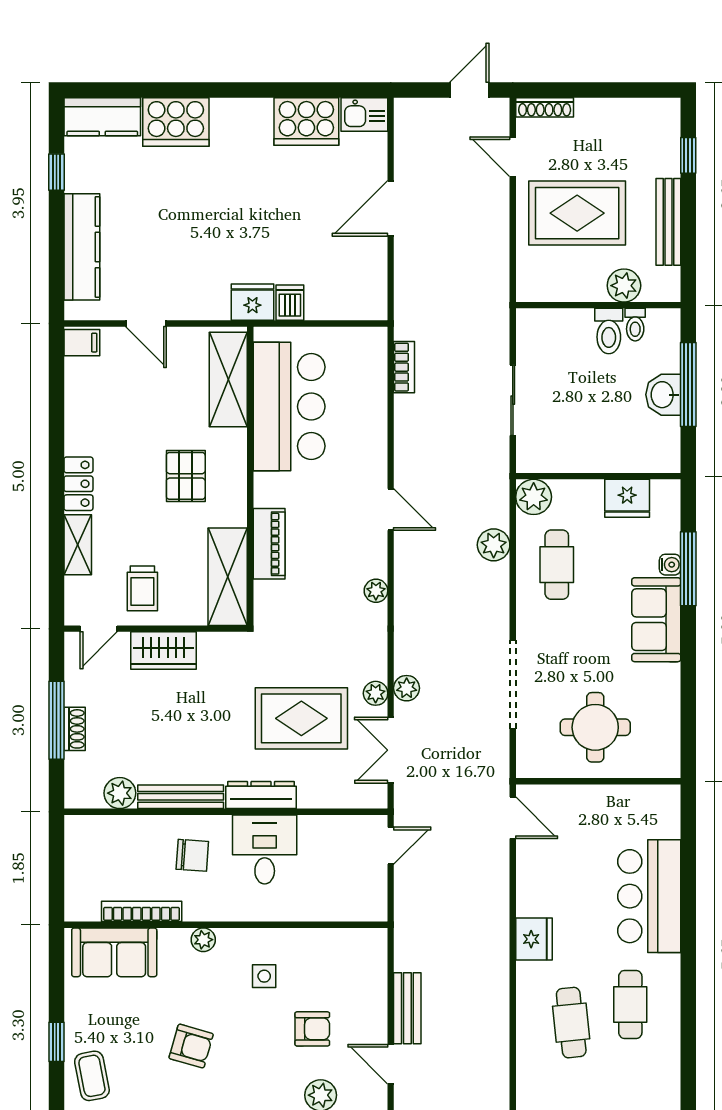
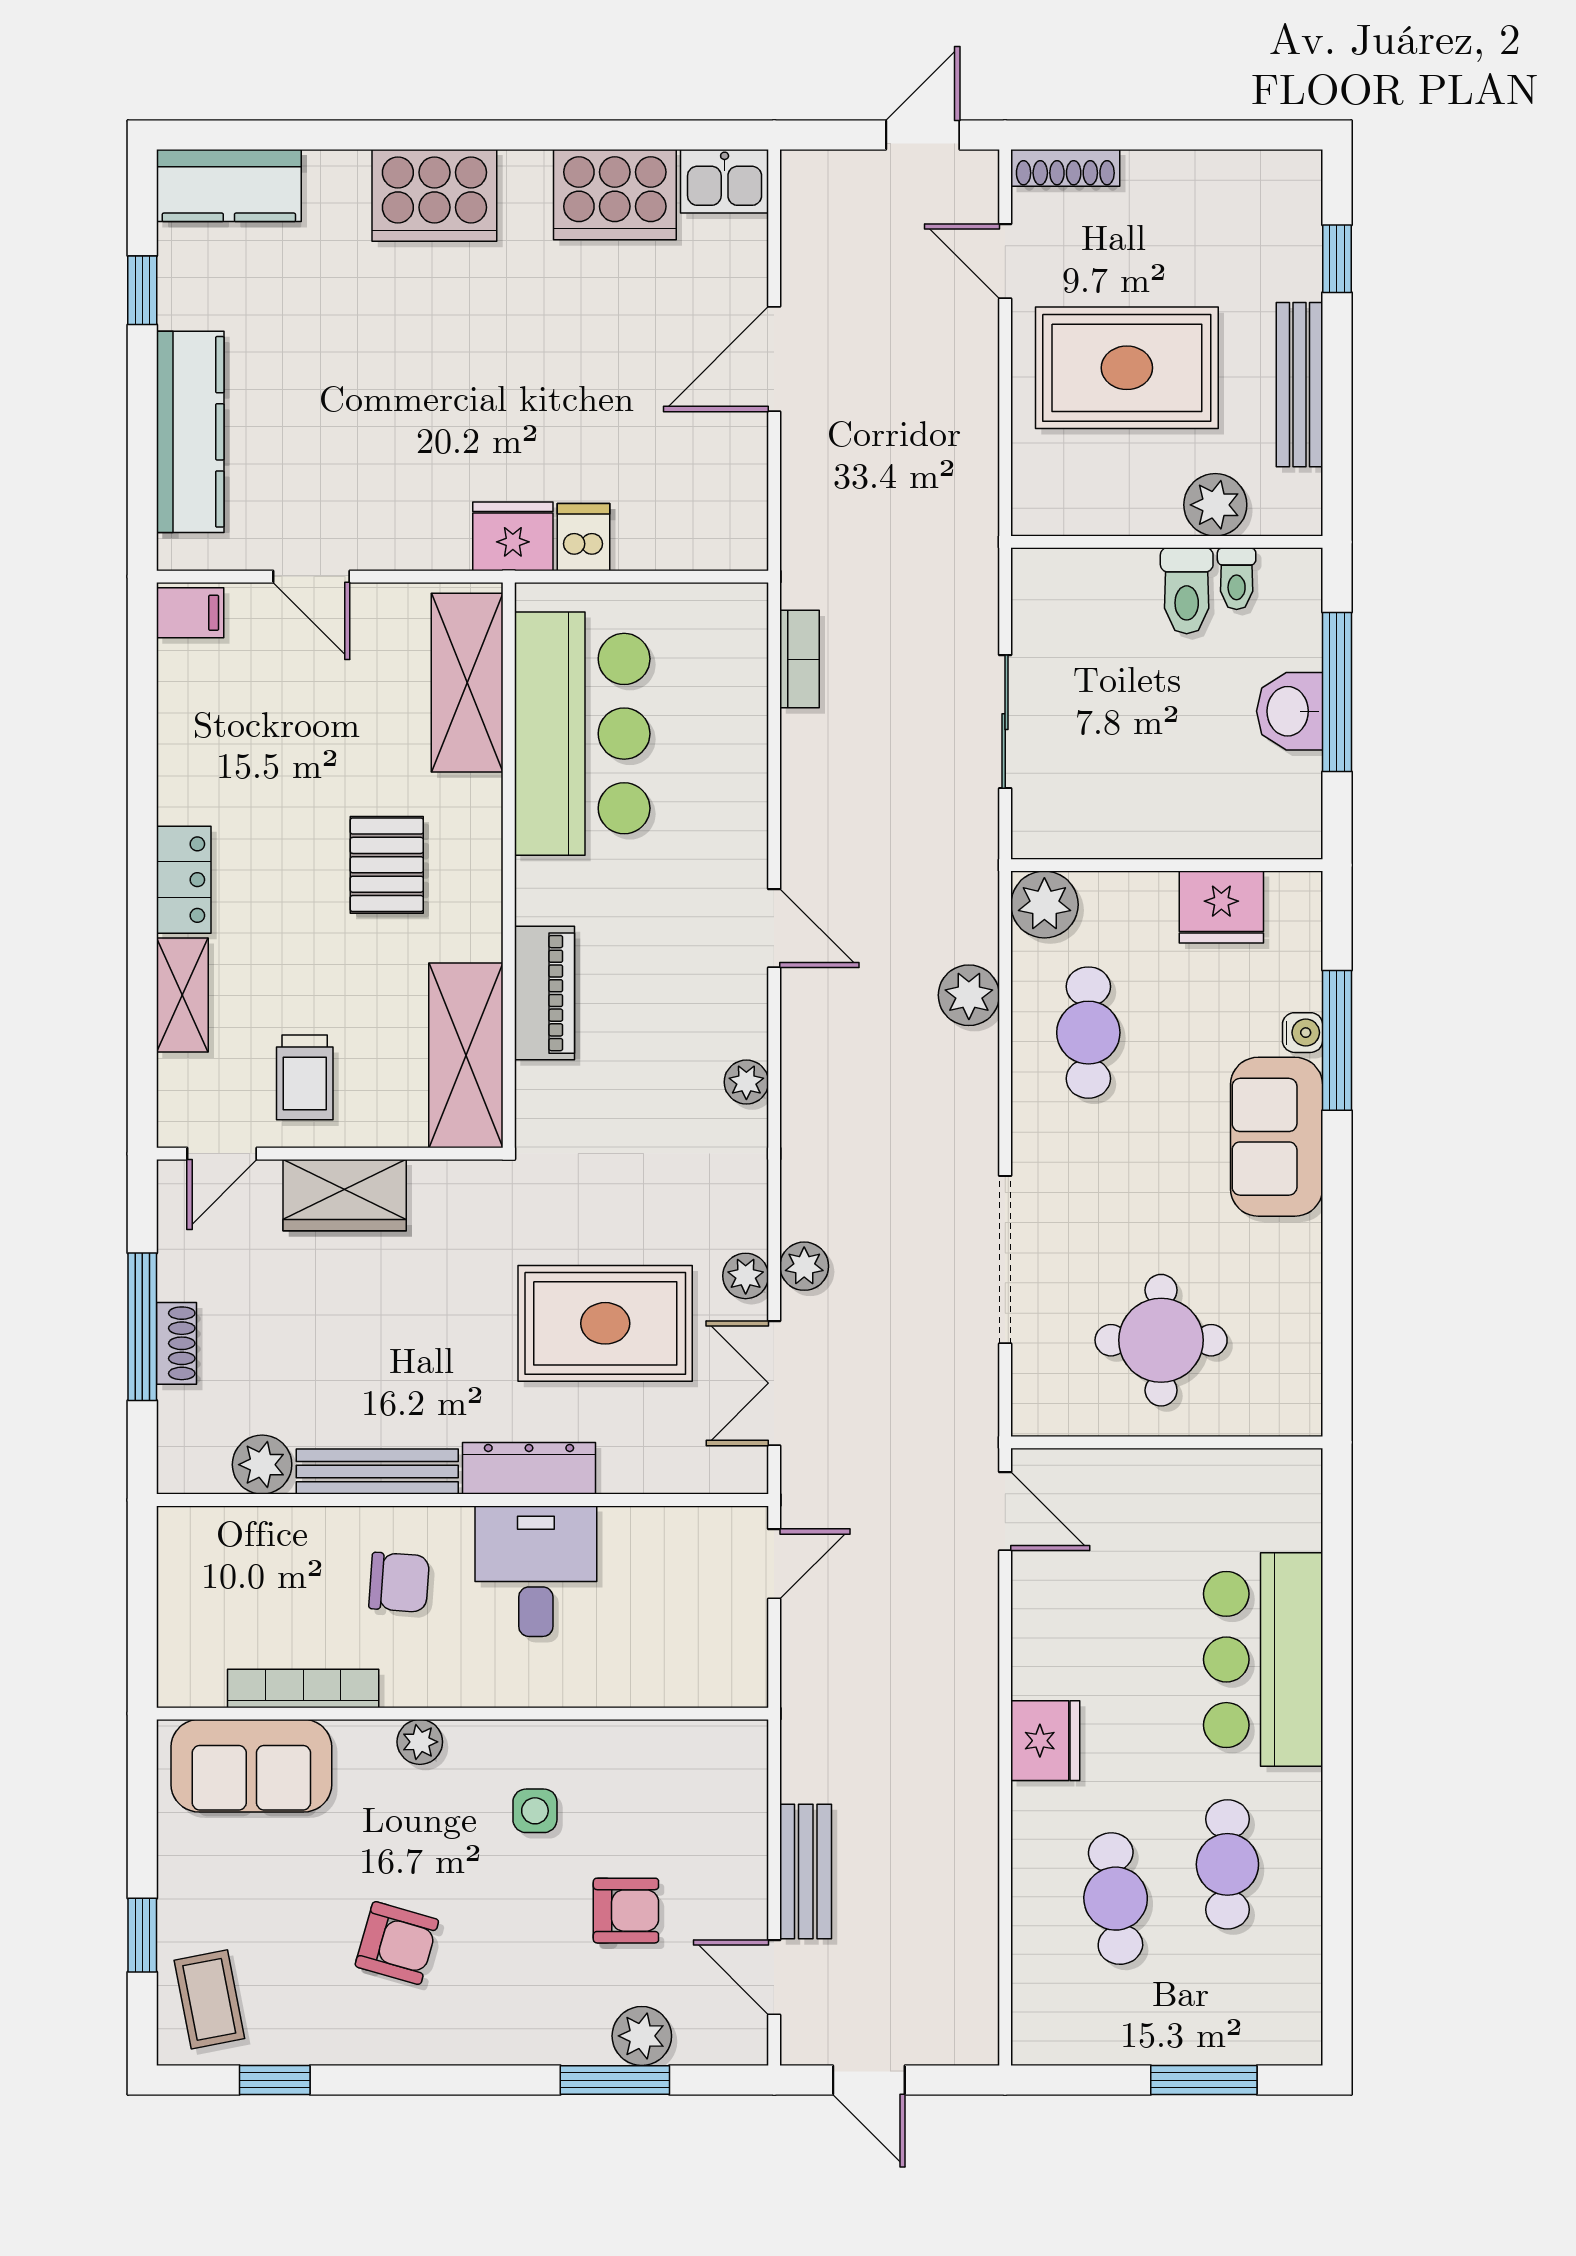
cooker: (176, 122) -> (434, 195), moved

